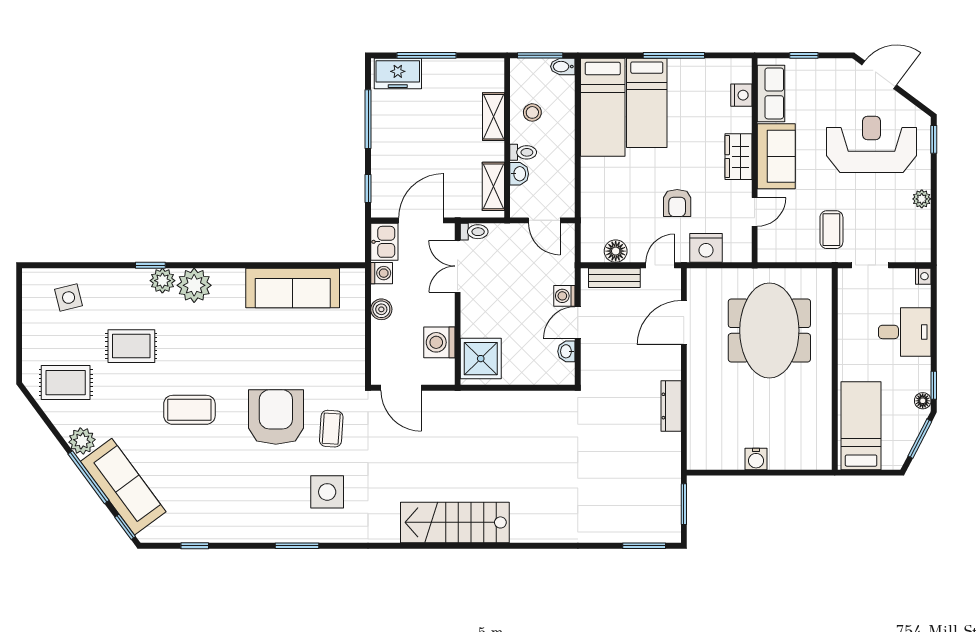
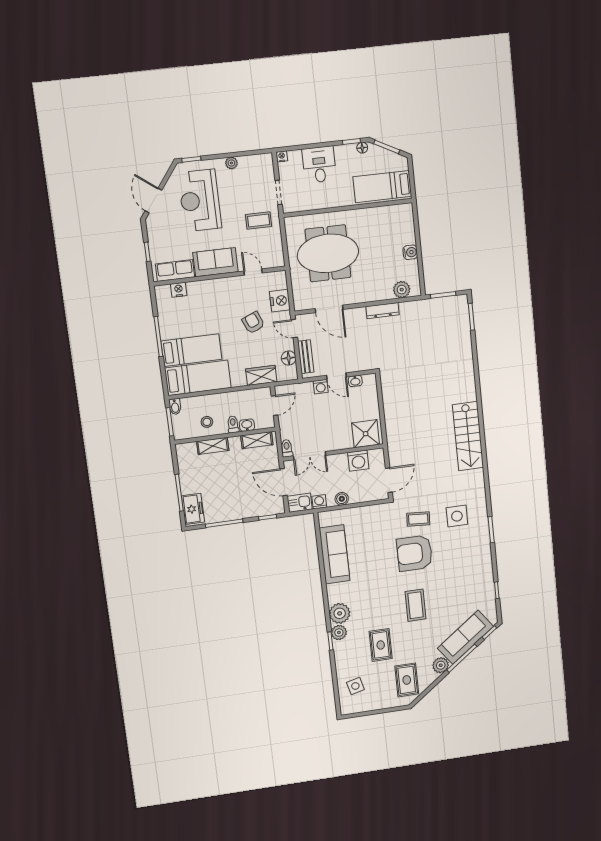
wardrobe: (738, 157) -> (261, 375), moved, turned 180
armchair: (677, 203) -> (253, 323), turned -113
plant: (700, 439) -> (402, 290), added

